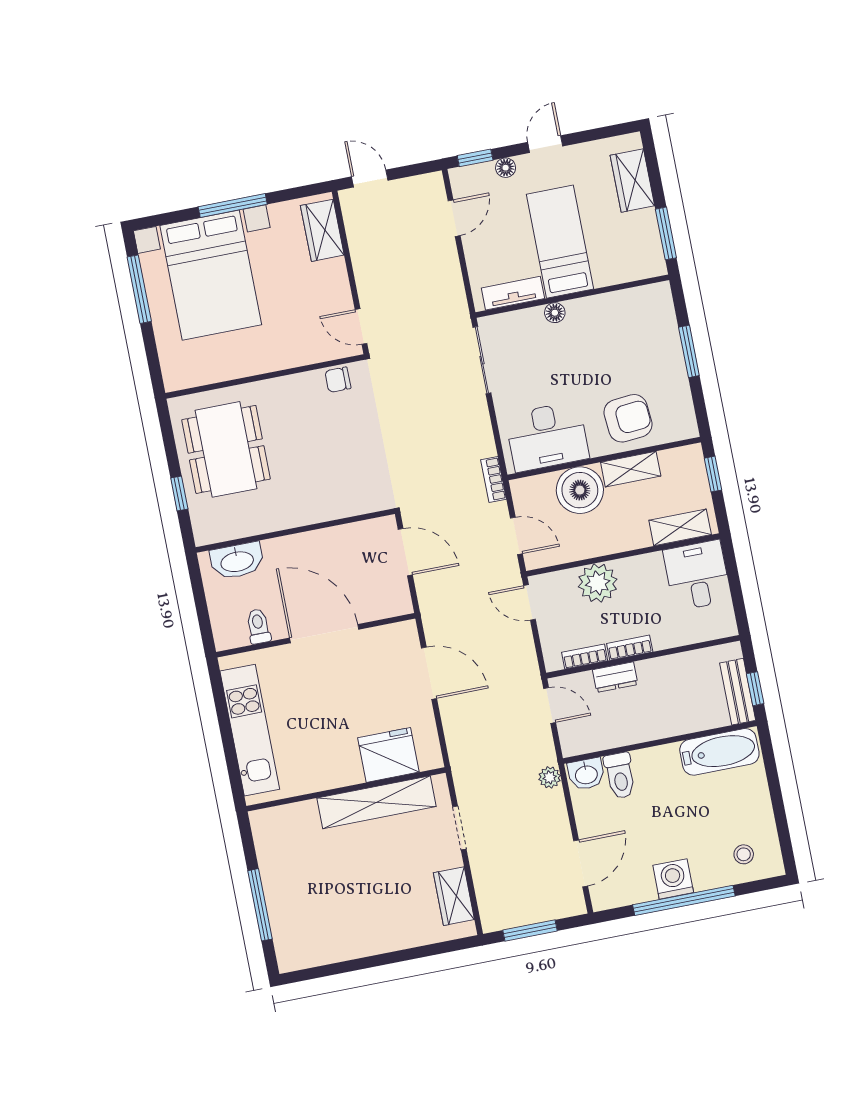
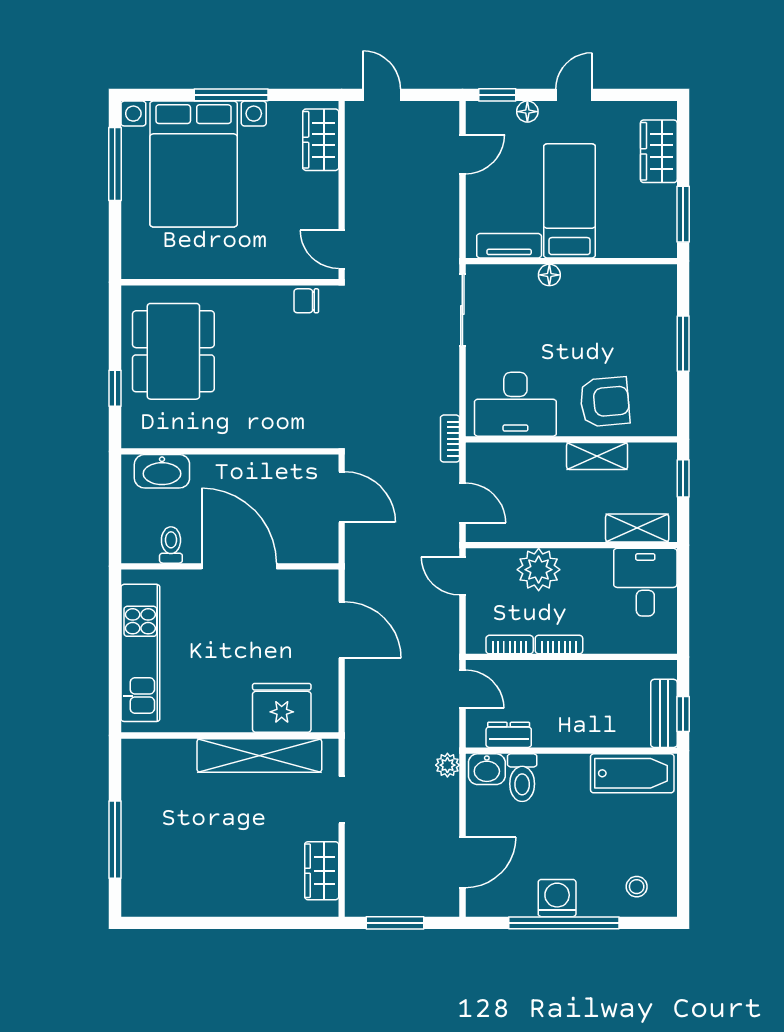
boiler: (580, 490) -> (539, 468), removed
dresser: (615, 677) -> (509, 735), moved, turned 180

